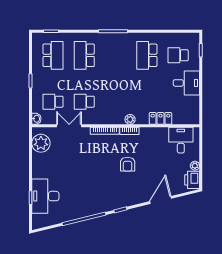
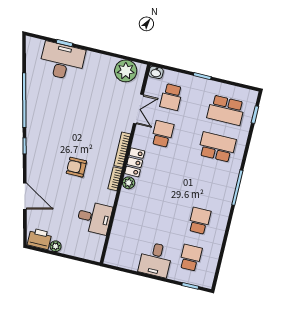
school desk: (147, 55) -> (199, 221), width x0.54
school desk: (53, 102) -> (171, 97), turned 180
locker: (161, 118) -> (135, 162), moved
desk: (181, 140) -> (94, 218), moved

